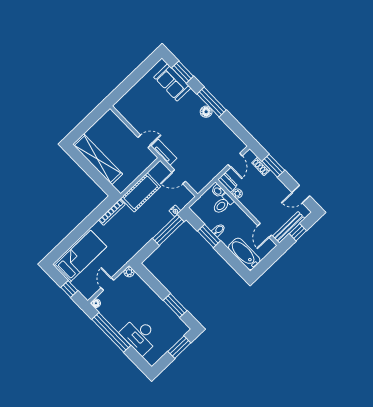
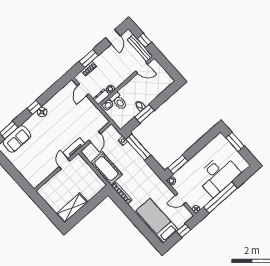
window: (212, 102) -> (34, 107), width x0.46
shelving: (97, 159) -> (72, 208), width x0.68
door: (235, 160) -> (83, 90), swing flipped
bathtub: (244, 254) -> (160, 85), removed
window: (175, 306) -> (178, 164), moved
desk: (140, 336) -> (218, 175), width x1.36, depth x1.30

